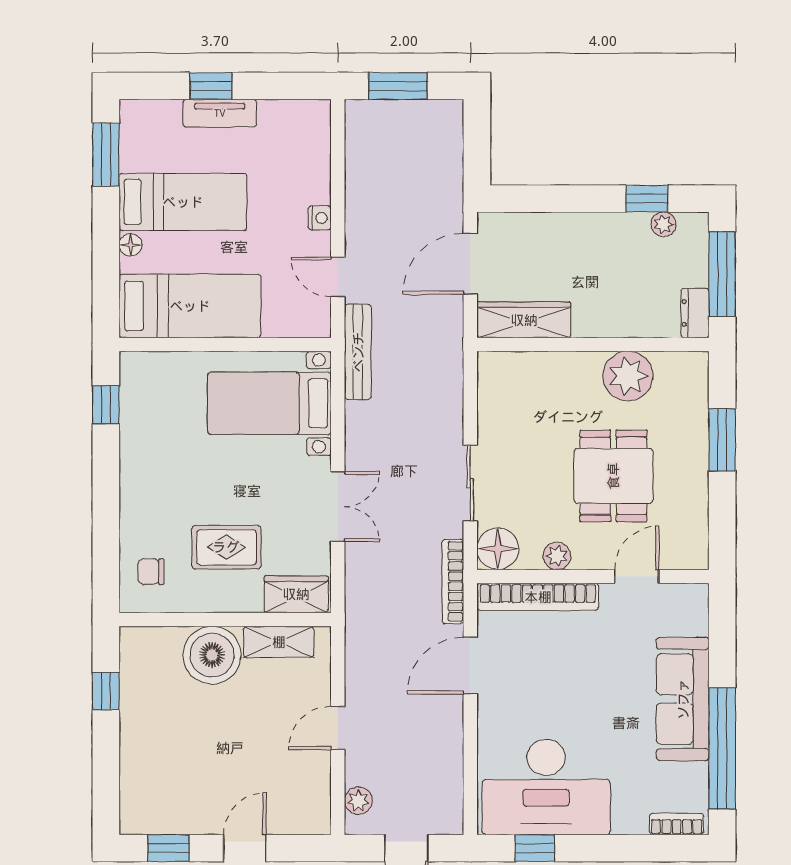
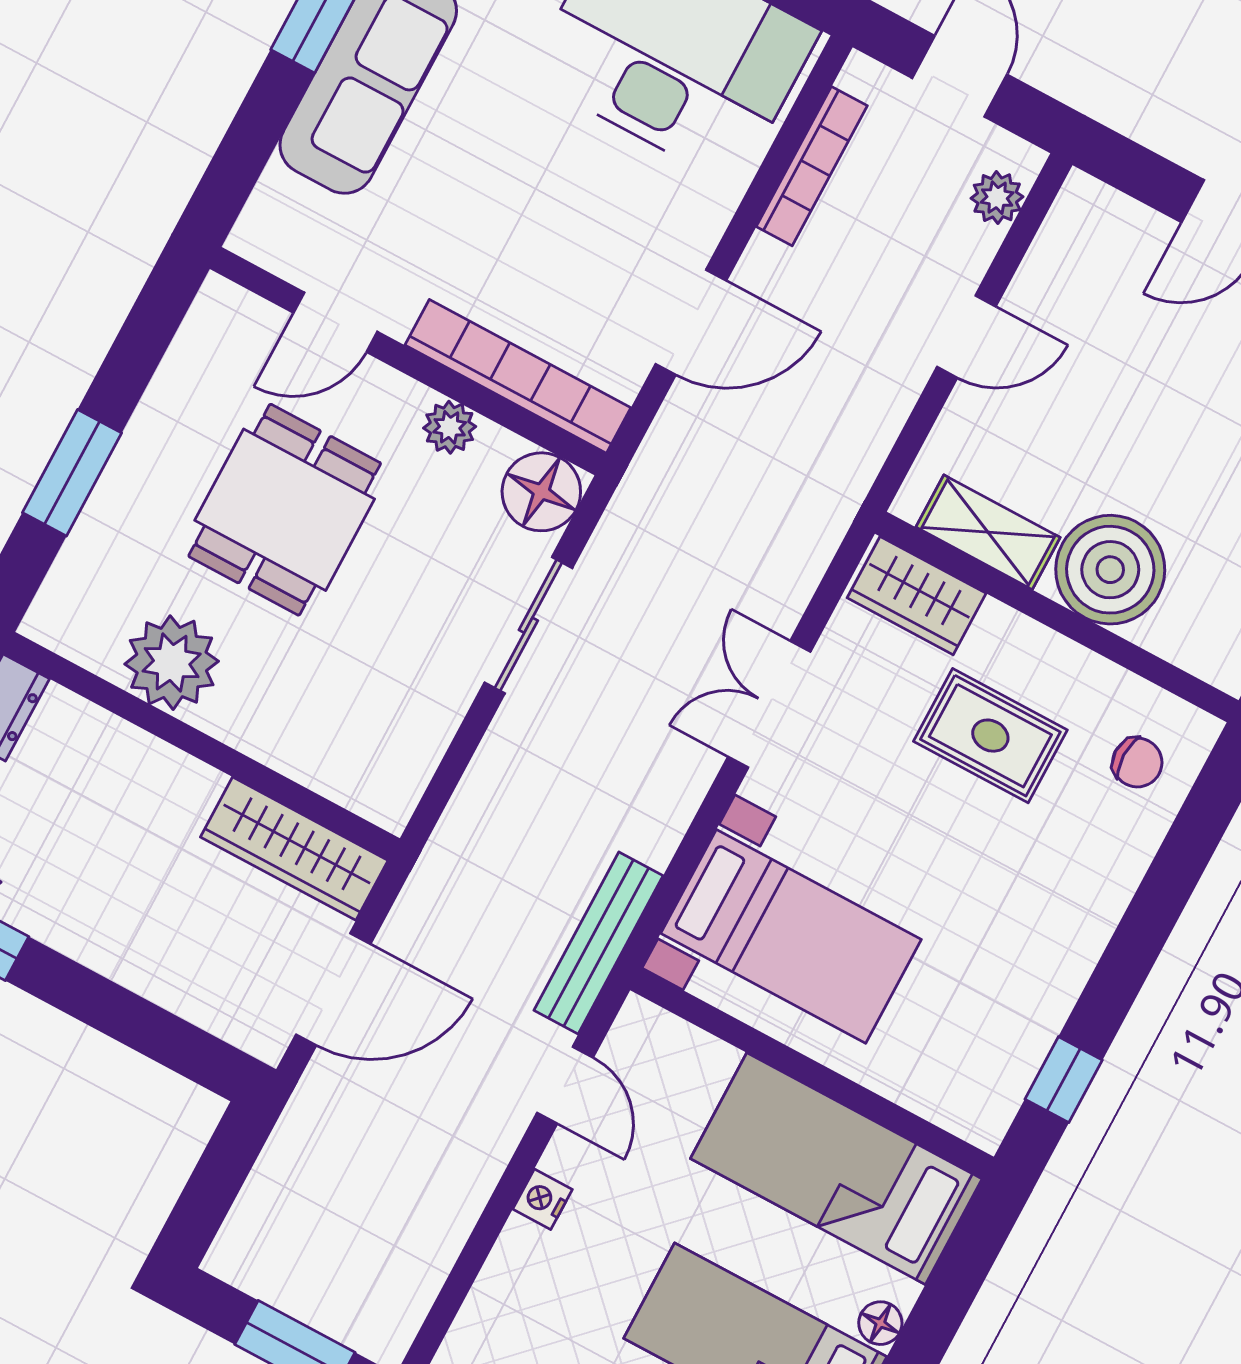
bookcase: (453, 581) -> (812, 166), moved

